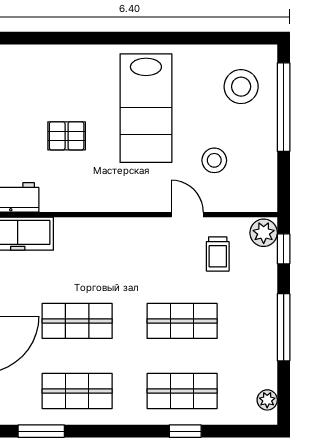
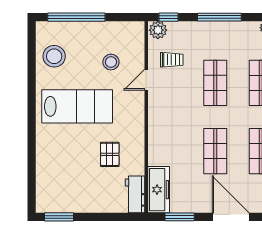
stool: (241, 87) -> (54, 56), moved
pallet: (67, 136) -> (110, 154), moved

